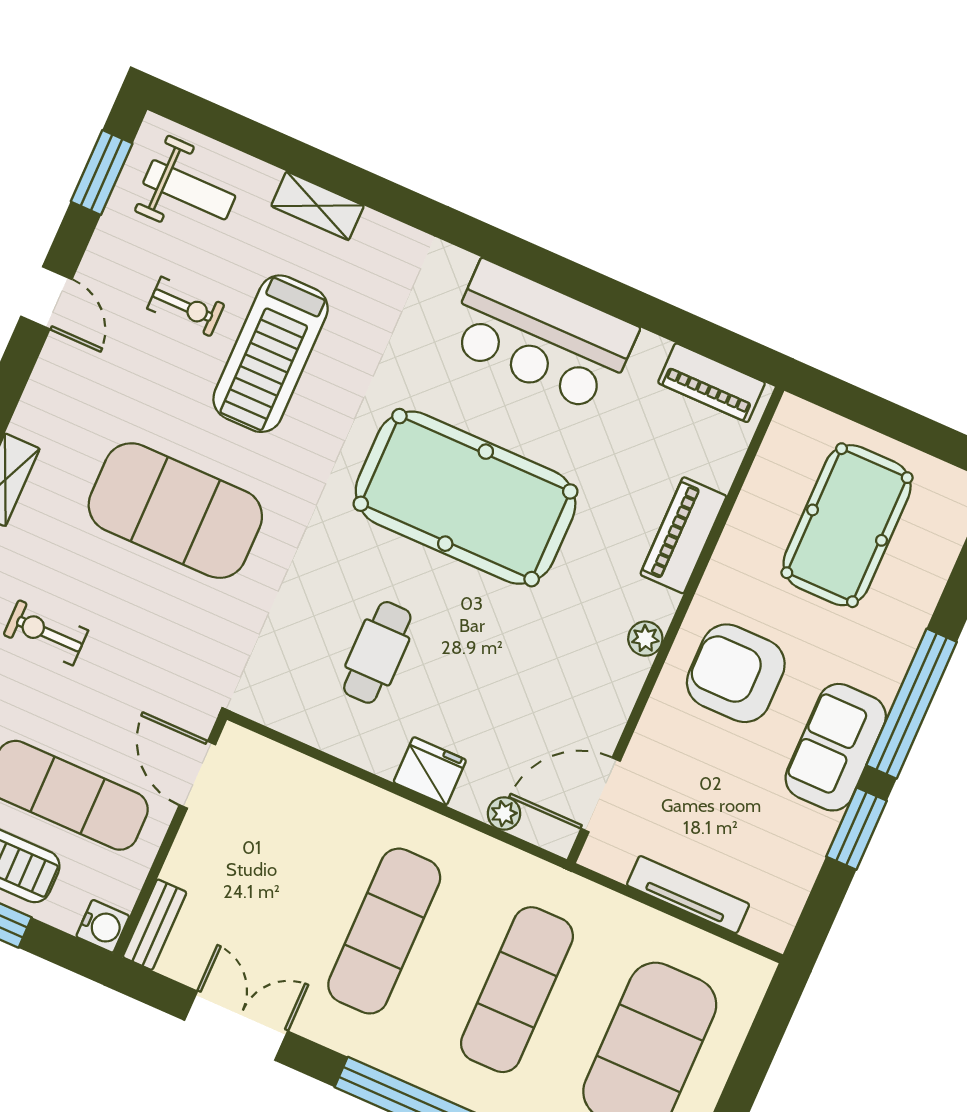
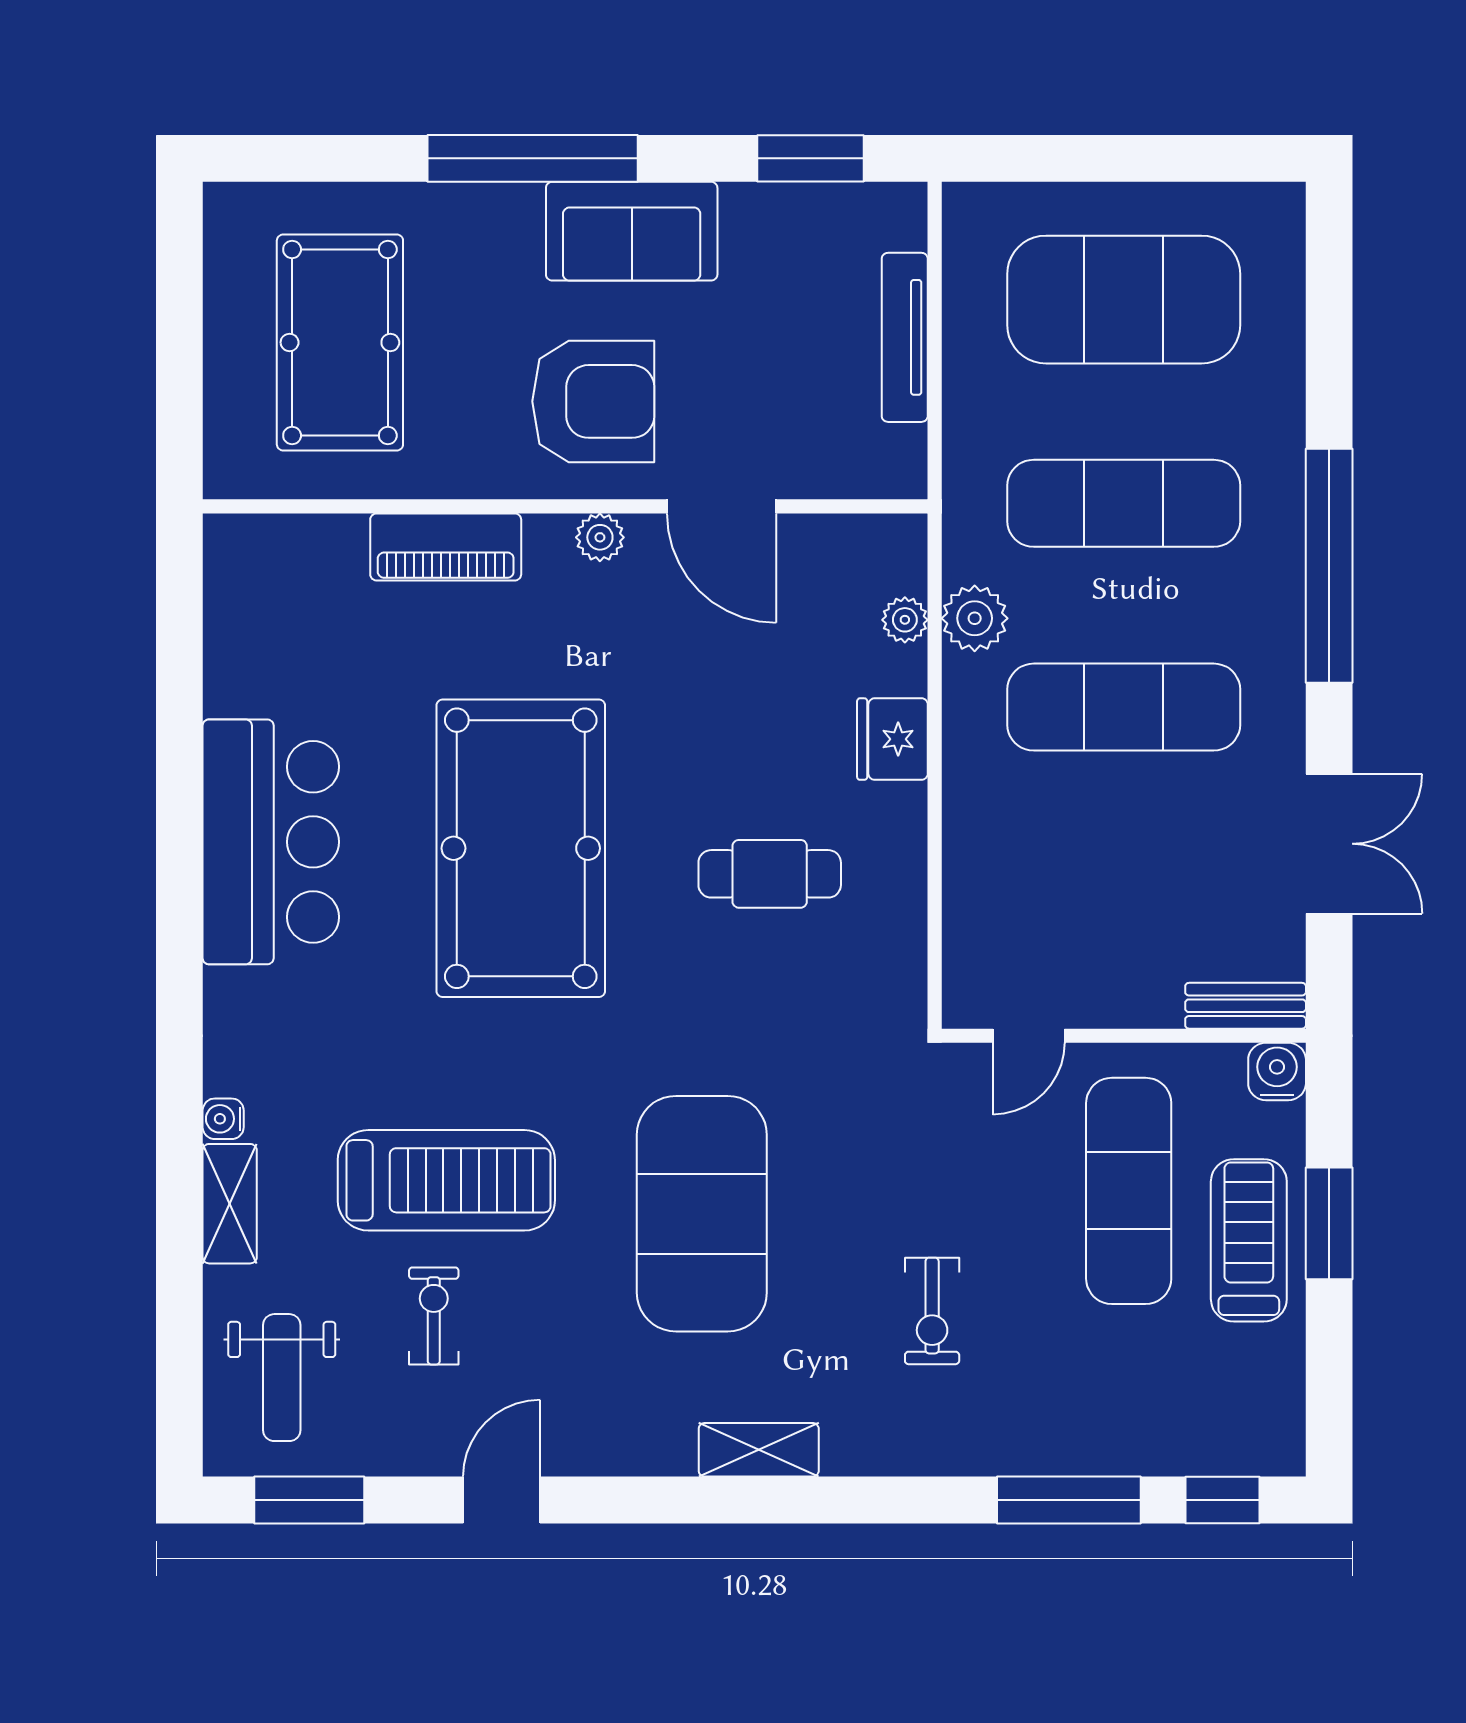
weight bench: (189, 190) -> (282, 1378), turned 180
water cooler: (375, 226) -> (223, 1119), added
piano: (712, 383) -> (234, 597), removed
pool table: (847, 525) -> (340, 342), turned 90
armchair: (736, 673) -> (593, 401), turned -90
door: (197, 775) -> (1029, 1036), width x0.73
door: (601, 795) -> (722, 506), moved
window: (856, 829) -> (810, 158), moved
plant: (485, 859) -> (975, 618), added
double door: (236, 1026) -> (1329, 844), swing flipped

